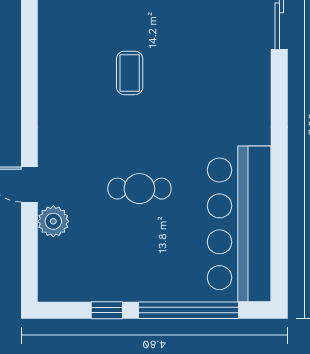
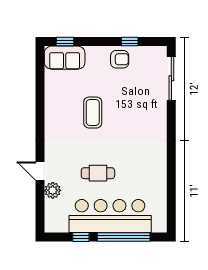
coffee table: (130, 73) -> (93, 112), width x1.36, depth x1.30
bar counter: (239, 224) -> (110, 216), moved, turned 90

